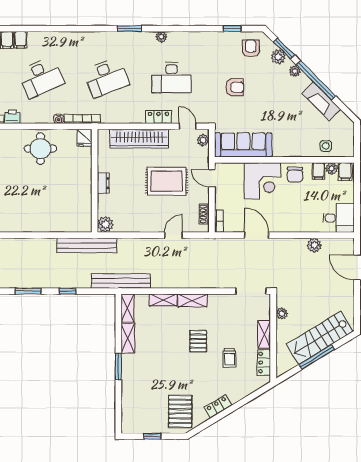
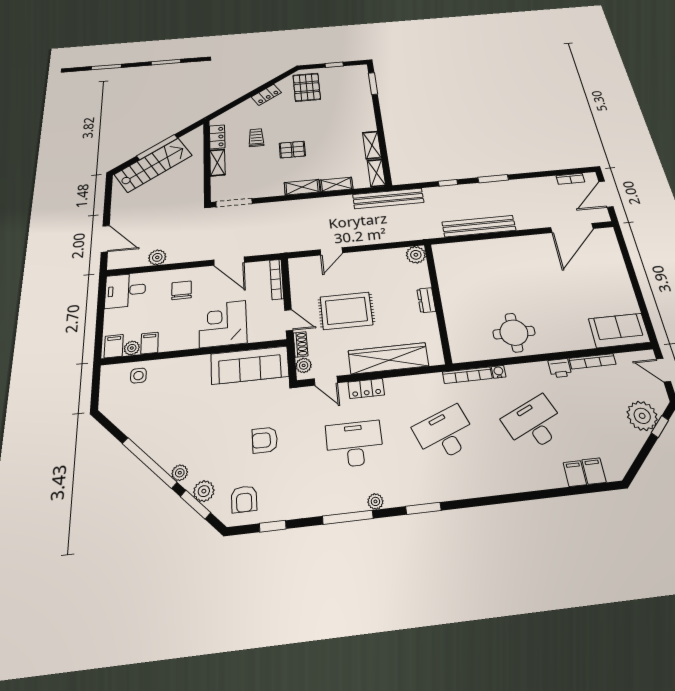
window: (181, 29) -> (348, 517), added
fireplace: (321, 101) -> (143, 434), removed
fridge: (85, 138) -> (460, 352), removed
chair: (295, 175) -> (182, 290), moved
shoe rack: (204, 214) -> (301, 344), moved
bookcase: (219, 221) -> (277, 279), width x1.56
bench: (87, 245) -> (479, 226), moved
plant: (282, 313) -> (197, 184), removed
pallet: (198, 341) -> (292, 150), turned 90
window: (118, 367) -> (373, 83), moved

